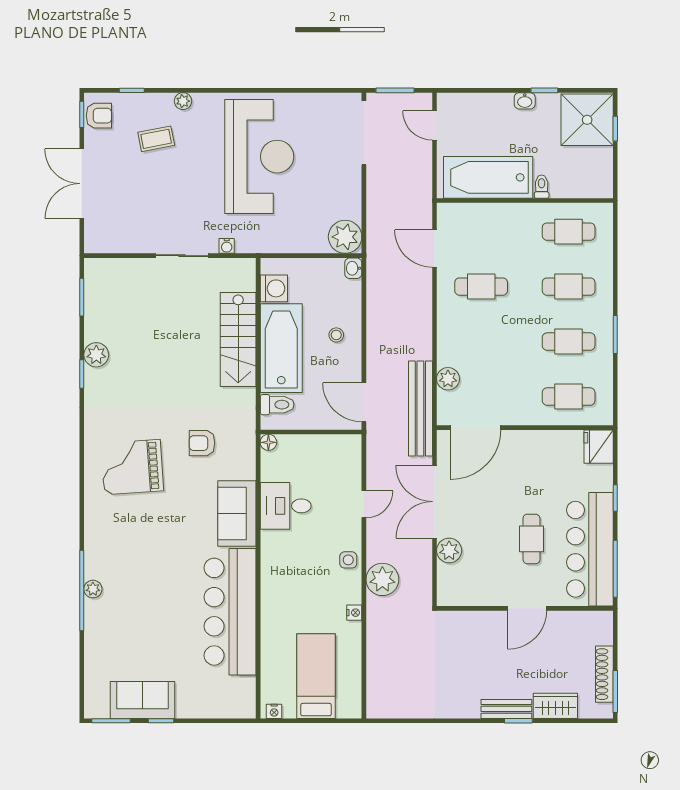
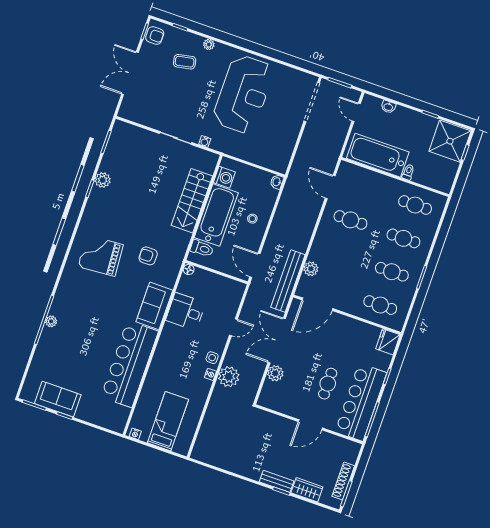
washbasin: (525, 101) -> (388, 107), moved
plant: (345, 237) -> (278, 161), removed
nightstand: (354, 613) -> (210, 374), moved

